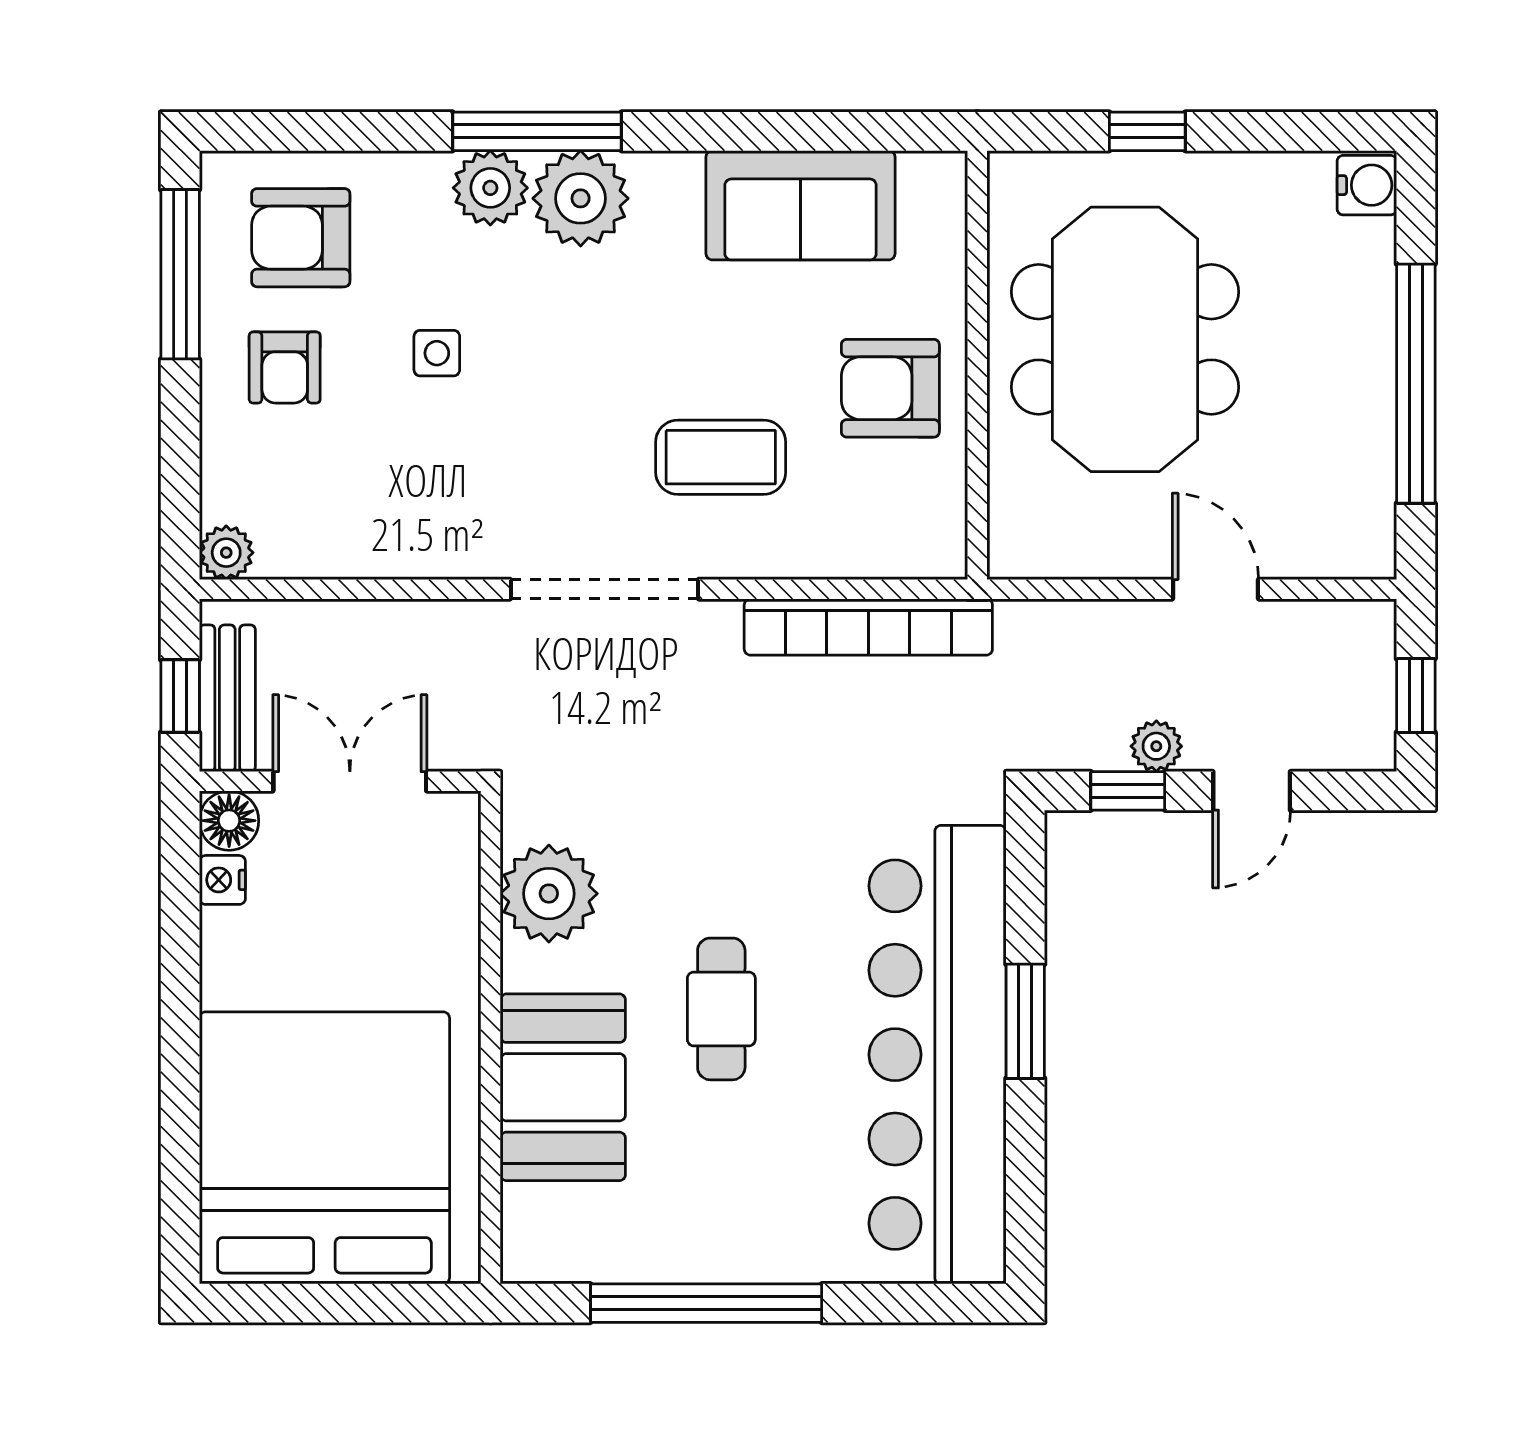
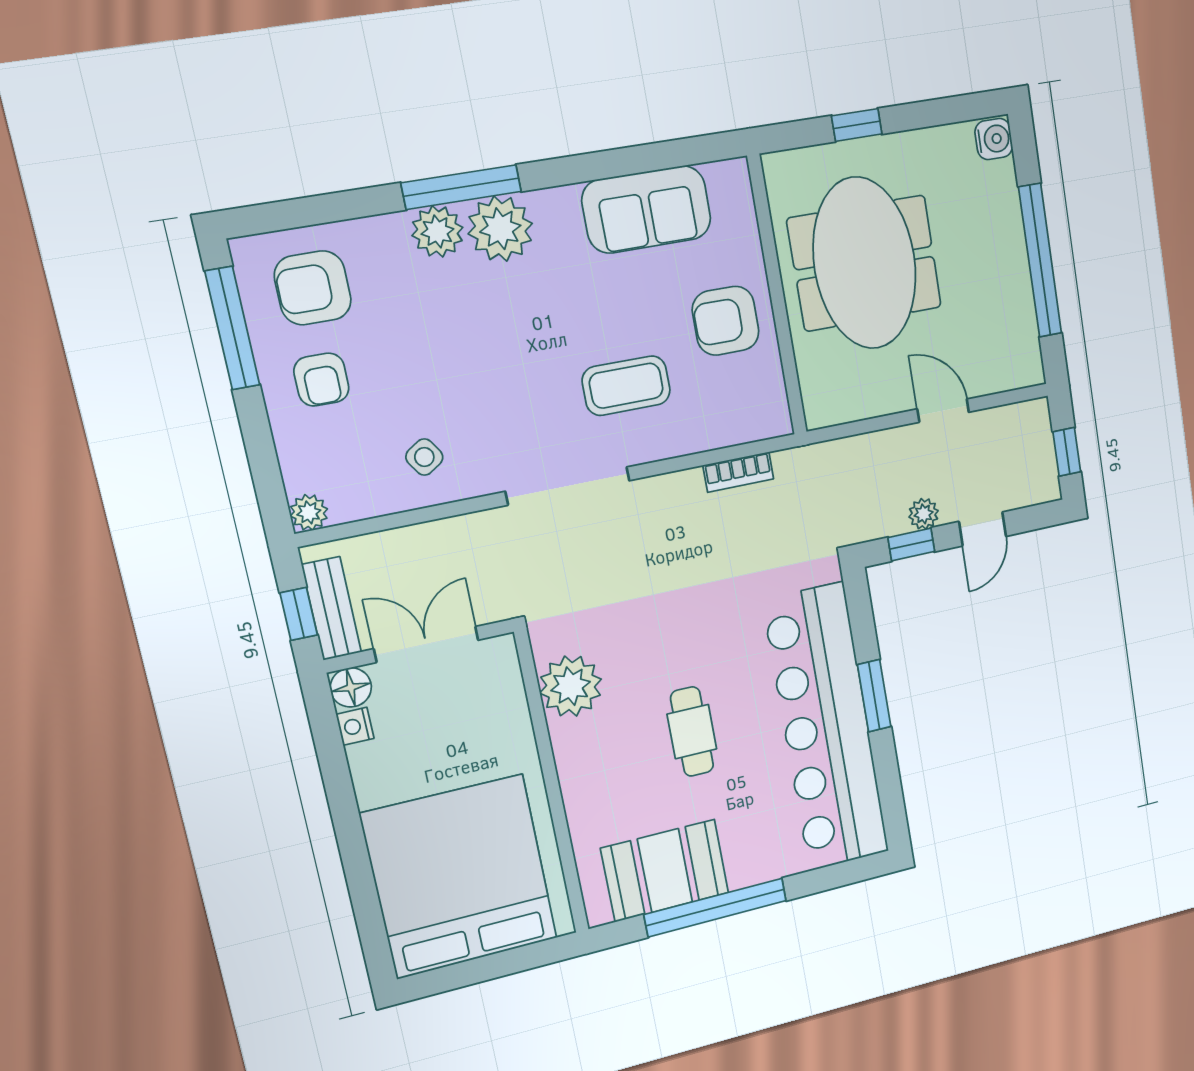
side table: (437, 353) -> (424, 457), moved, turned -33
bookcase: (868, 627) -> (738, 472), width x0.43, depth x0.76
booth: (563, 1087) -> (665, 871), moved, turned 90

